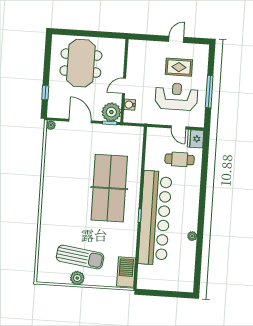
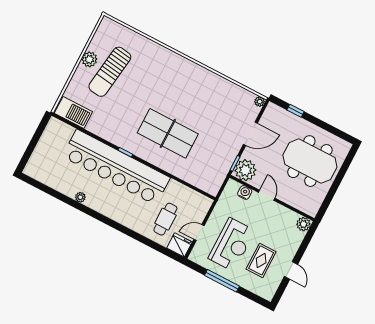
plant: (134, 46) -> (303, 224), added
table tennis table: (109, 188) -> (168, 133), width x0.73, depth x0.76

